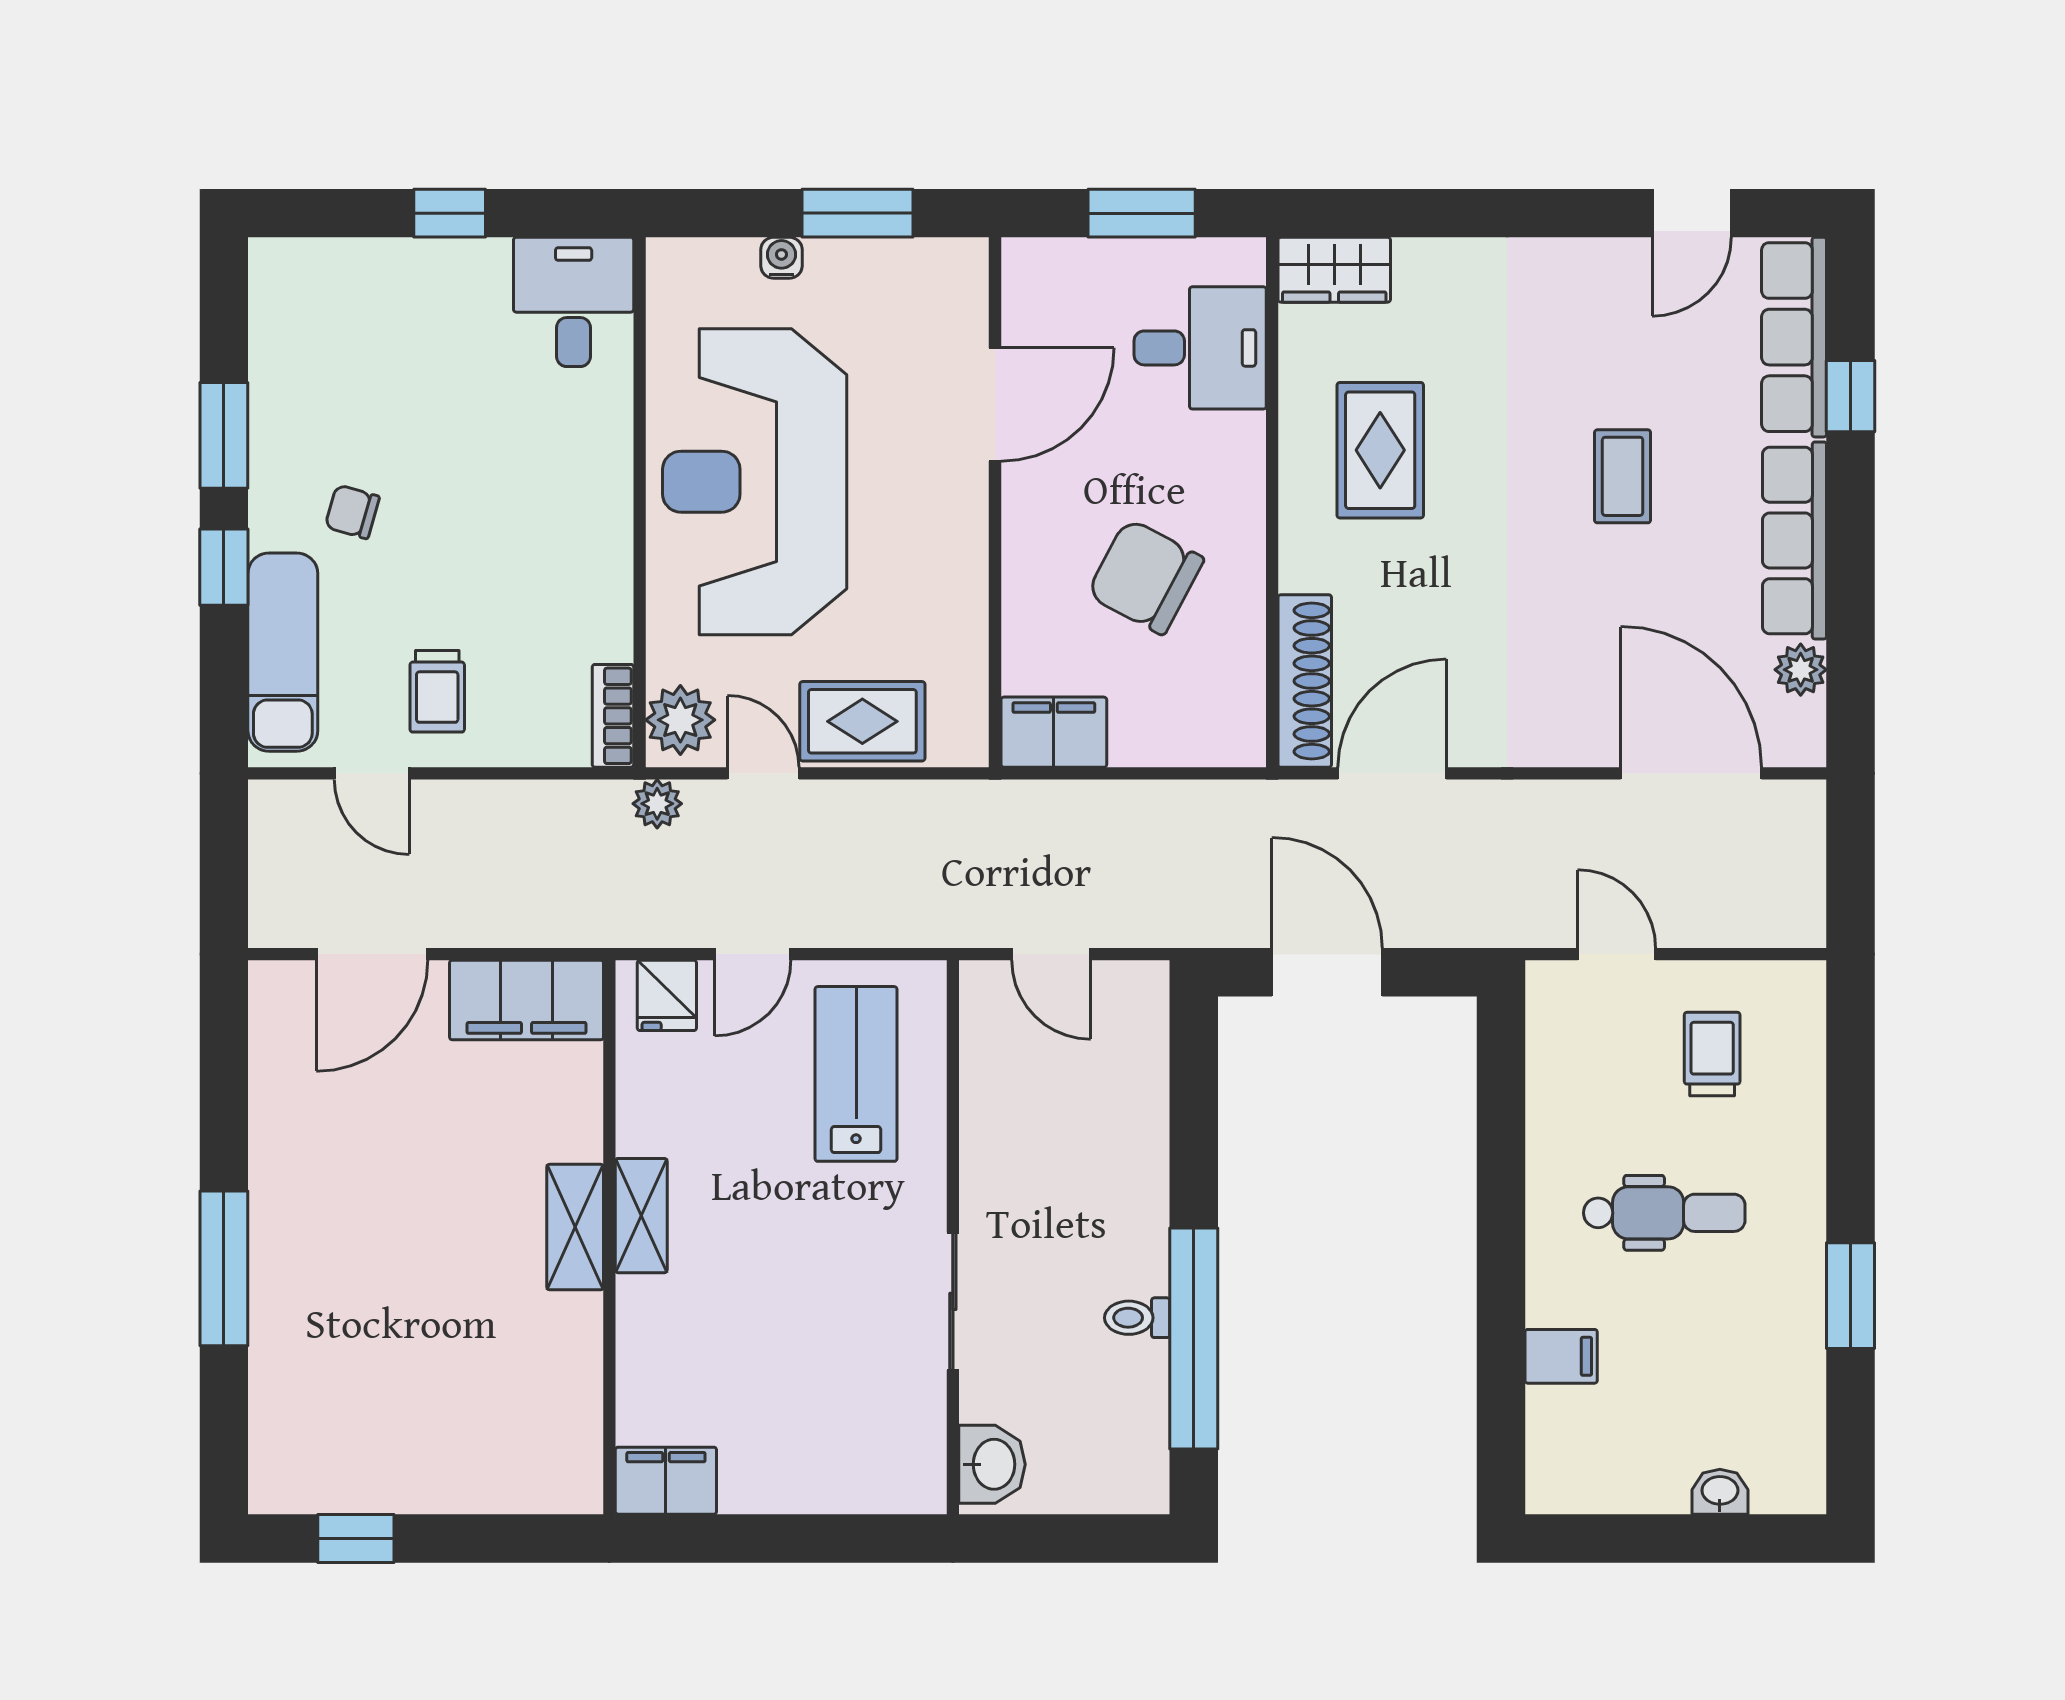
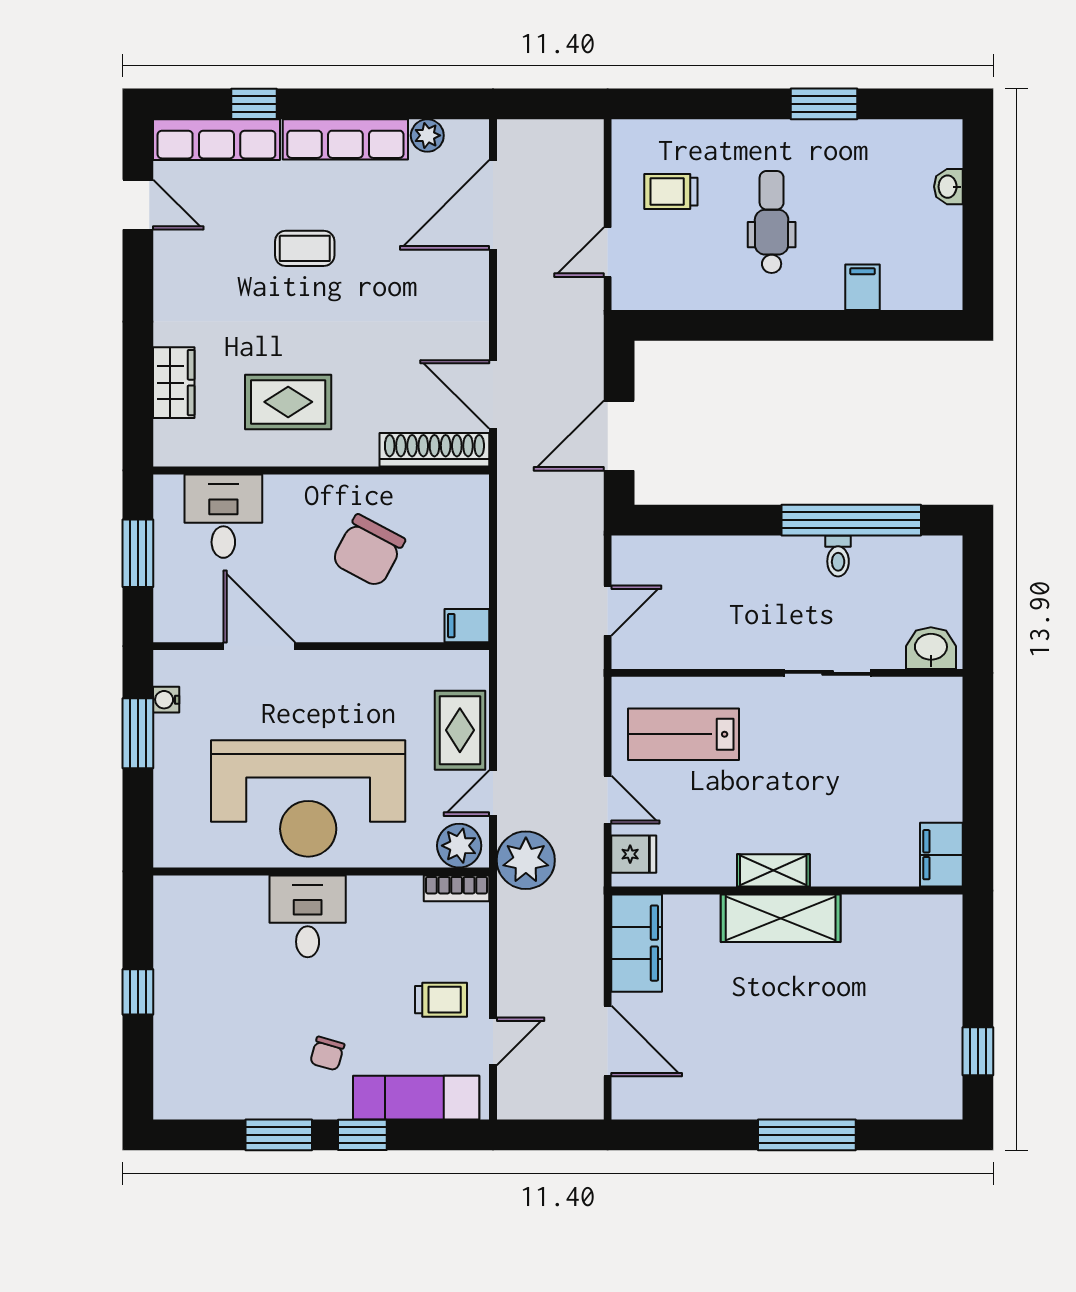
water cooler: (781, 258) -> (166, 700), moved
wardrobe: (1334, 270) -> (174, 383), moved
desk: (574, 302) -> (308, 916), moved, turned 90
filing cabinet: (1054, 732) -> (467, 626), width x0.50
plant: (657, 804) -> (526, 860), width x1.88, depth x1.88
shelving: (575, 1227) -> (781, 918), width x1.50, depth x1.33

